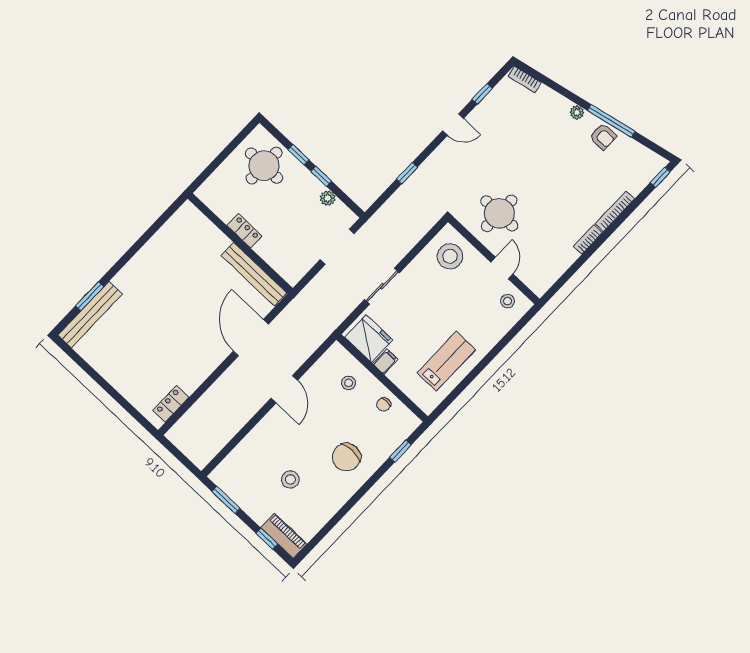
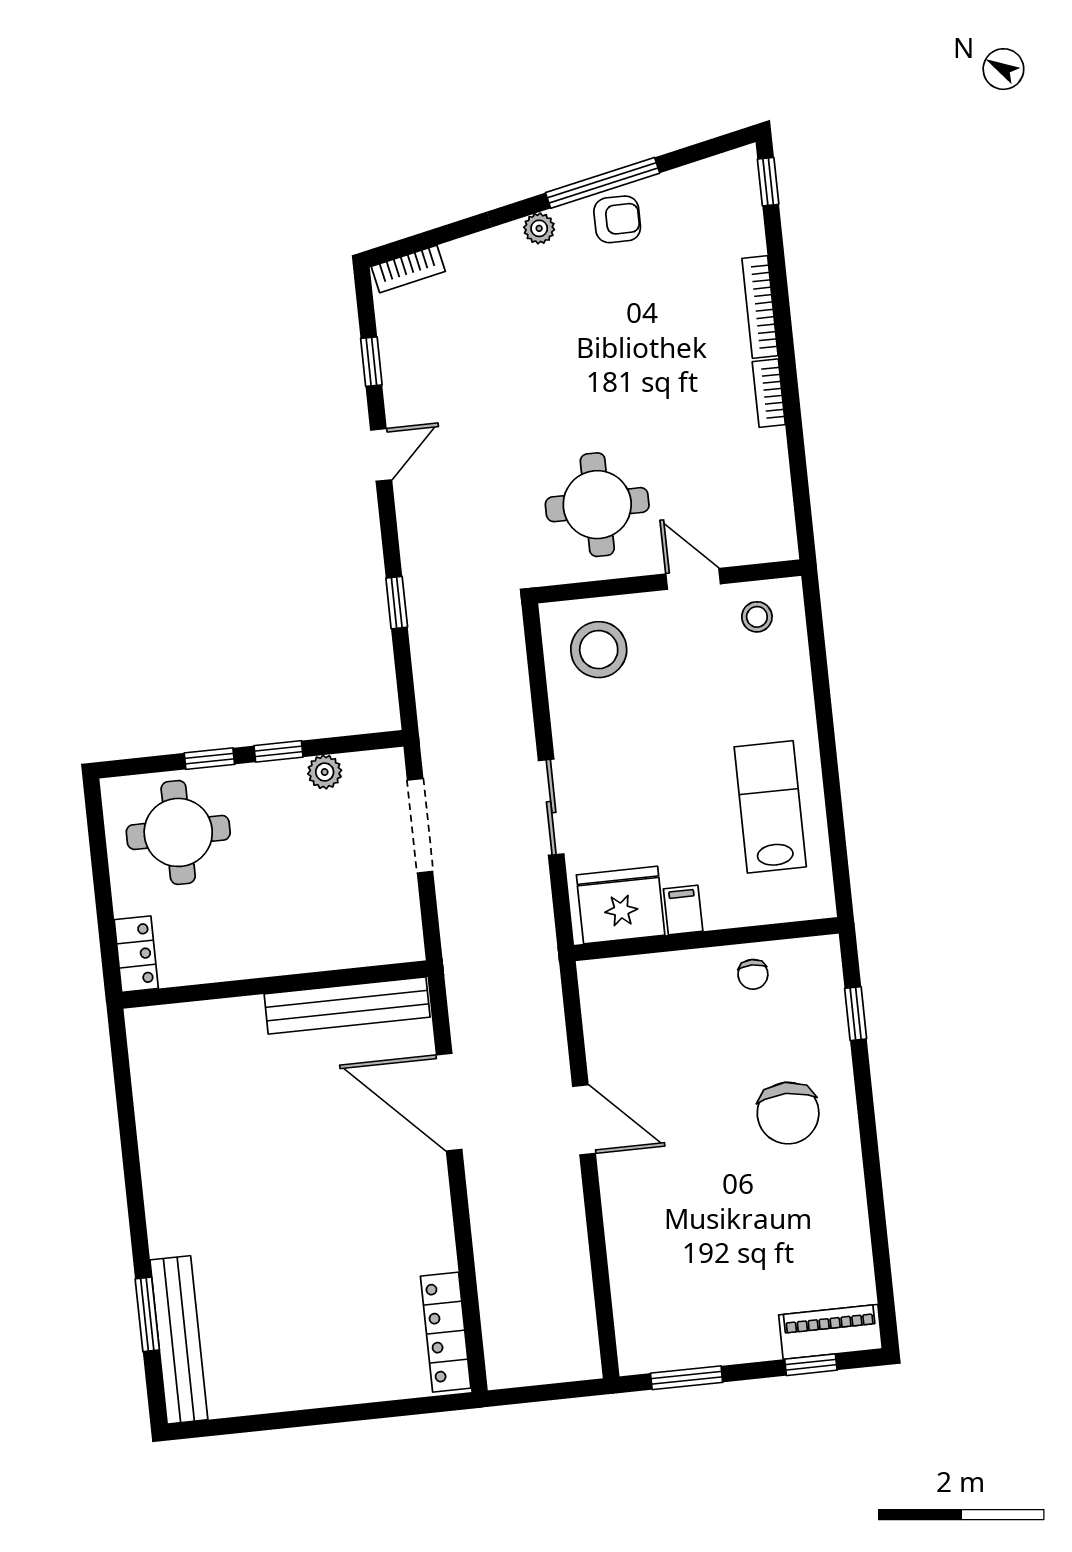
locker: (244, 231) -> (136, 954), moved, turned 90
stool: (349, 383) -> (666, 1003), removed
locker: (171, 404) -> (446, 1332), width x1.53
stool: (290, 479) -> (745, 1240), removed

